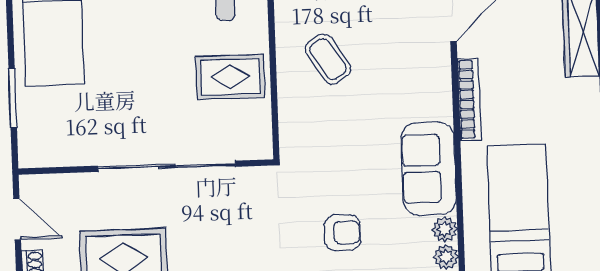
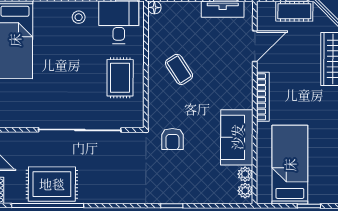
rug: (230, 77) -> (120, 78), turned 90
armchair: (342, 233) -> (172, 139), moved, turned 90

